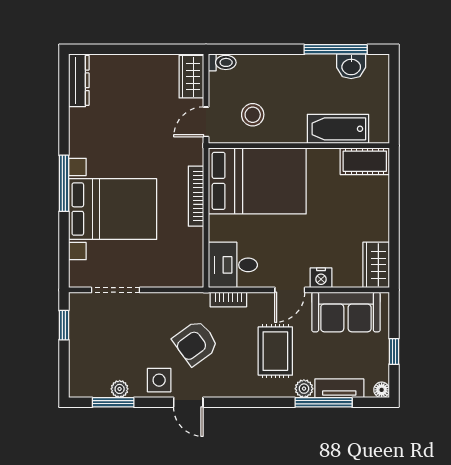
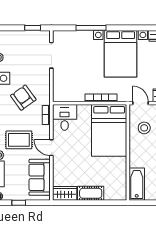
bathtub: (338, 129) -> (137, 184), moved
cot: (365, 161) -> (91, 193), moved, turned 90
window: (64, 183) -> (91, 28), moved
bed with nightstands: (113, 209) -> (121, 54), moved
nightstand: (321, 278) -> (58, 164), removed

